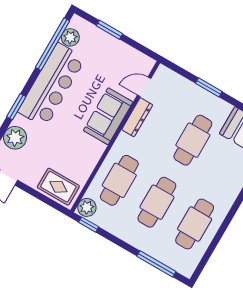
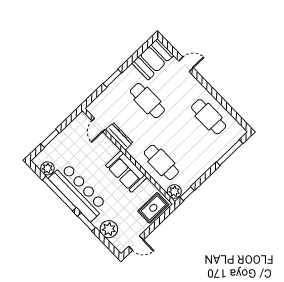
window: (52, 44) -> (59, 194), moved
sofa: (108, 116) -> (126, 171), moved
cafe table: (157, 202) -> (185, 140), removed

